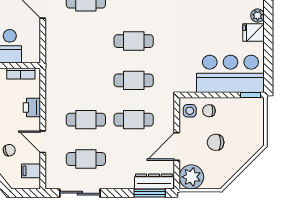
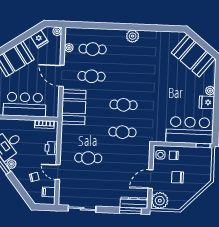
booth: (62, 47) -> (74, 107), added
cafe table: (134, 120) -> (121, 159), removed
cafe table: (86, 159) -> (87, 185), removed

